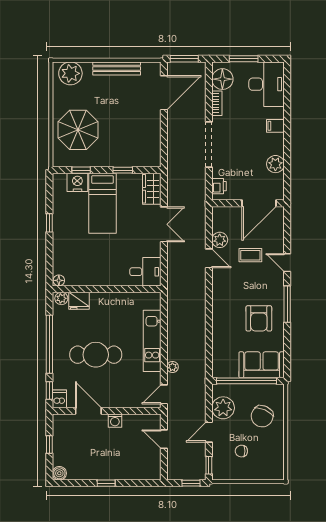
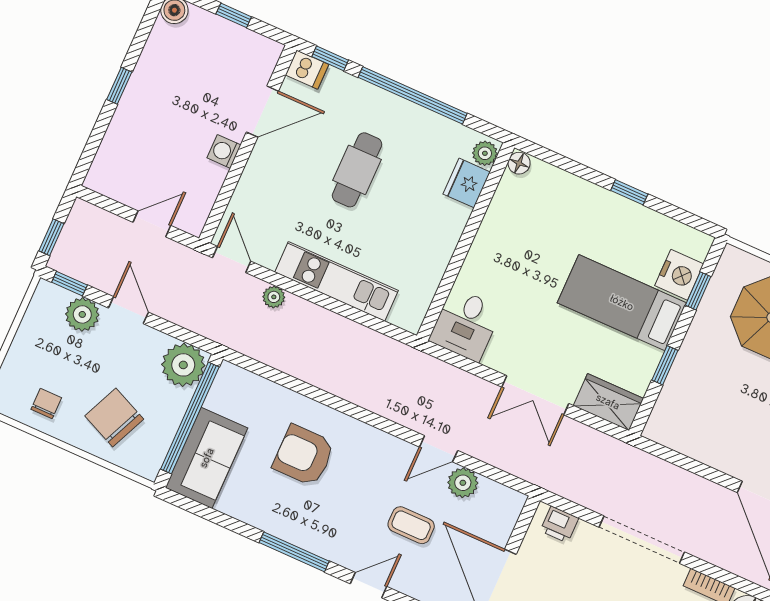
coffee table: (250, 255) -> (411, 525), turned 90
armchair: (259, 318) -> (304, 455), moved
cafe table: (96, 355) -> (357, 170), width x0.73, depth x0.74
plant: (223, 408) -> (183, 365), moved
chair: (241, 451) -> (46, 404), moved
plant: (221, 453) -> (82, 314), added

